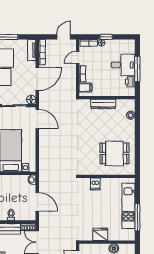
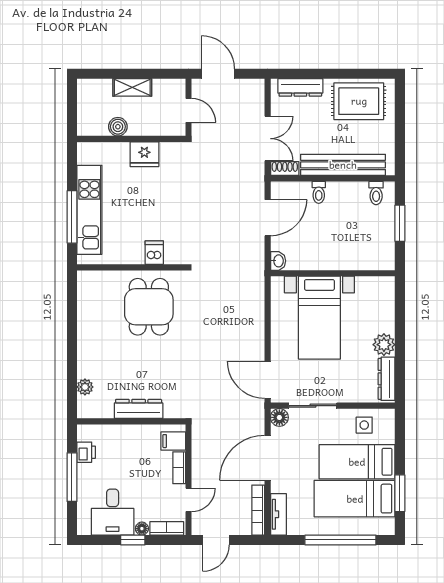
desk: (123, 65) -> (113, 512), moved, turned -90
dining table: (114, 153) -> (149, 307), moved, turned 90
door: (37, 202) -> (268, 218), swing flipped
window: (137, 217) -> (72, 217), moved

